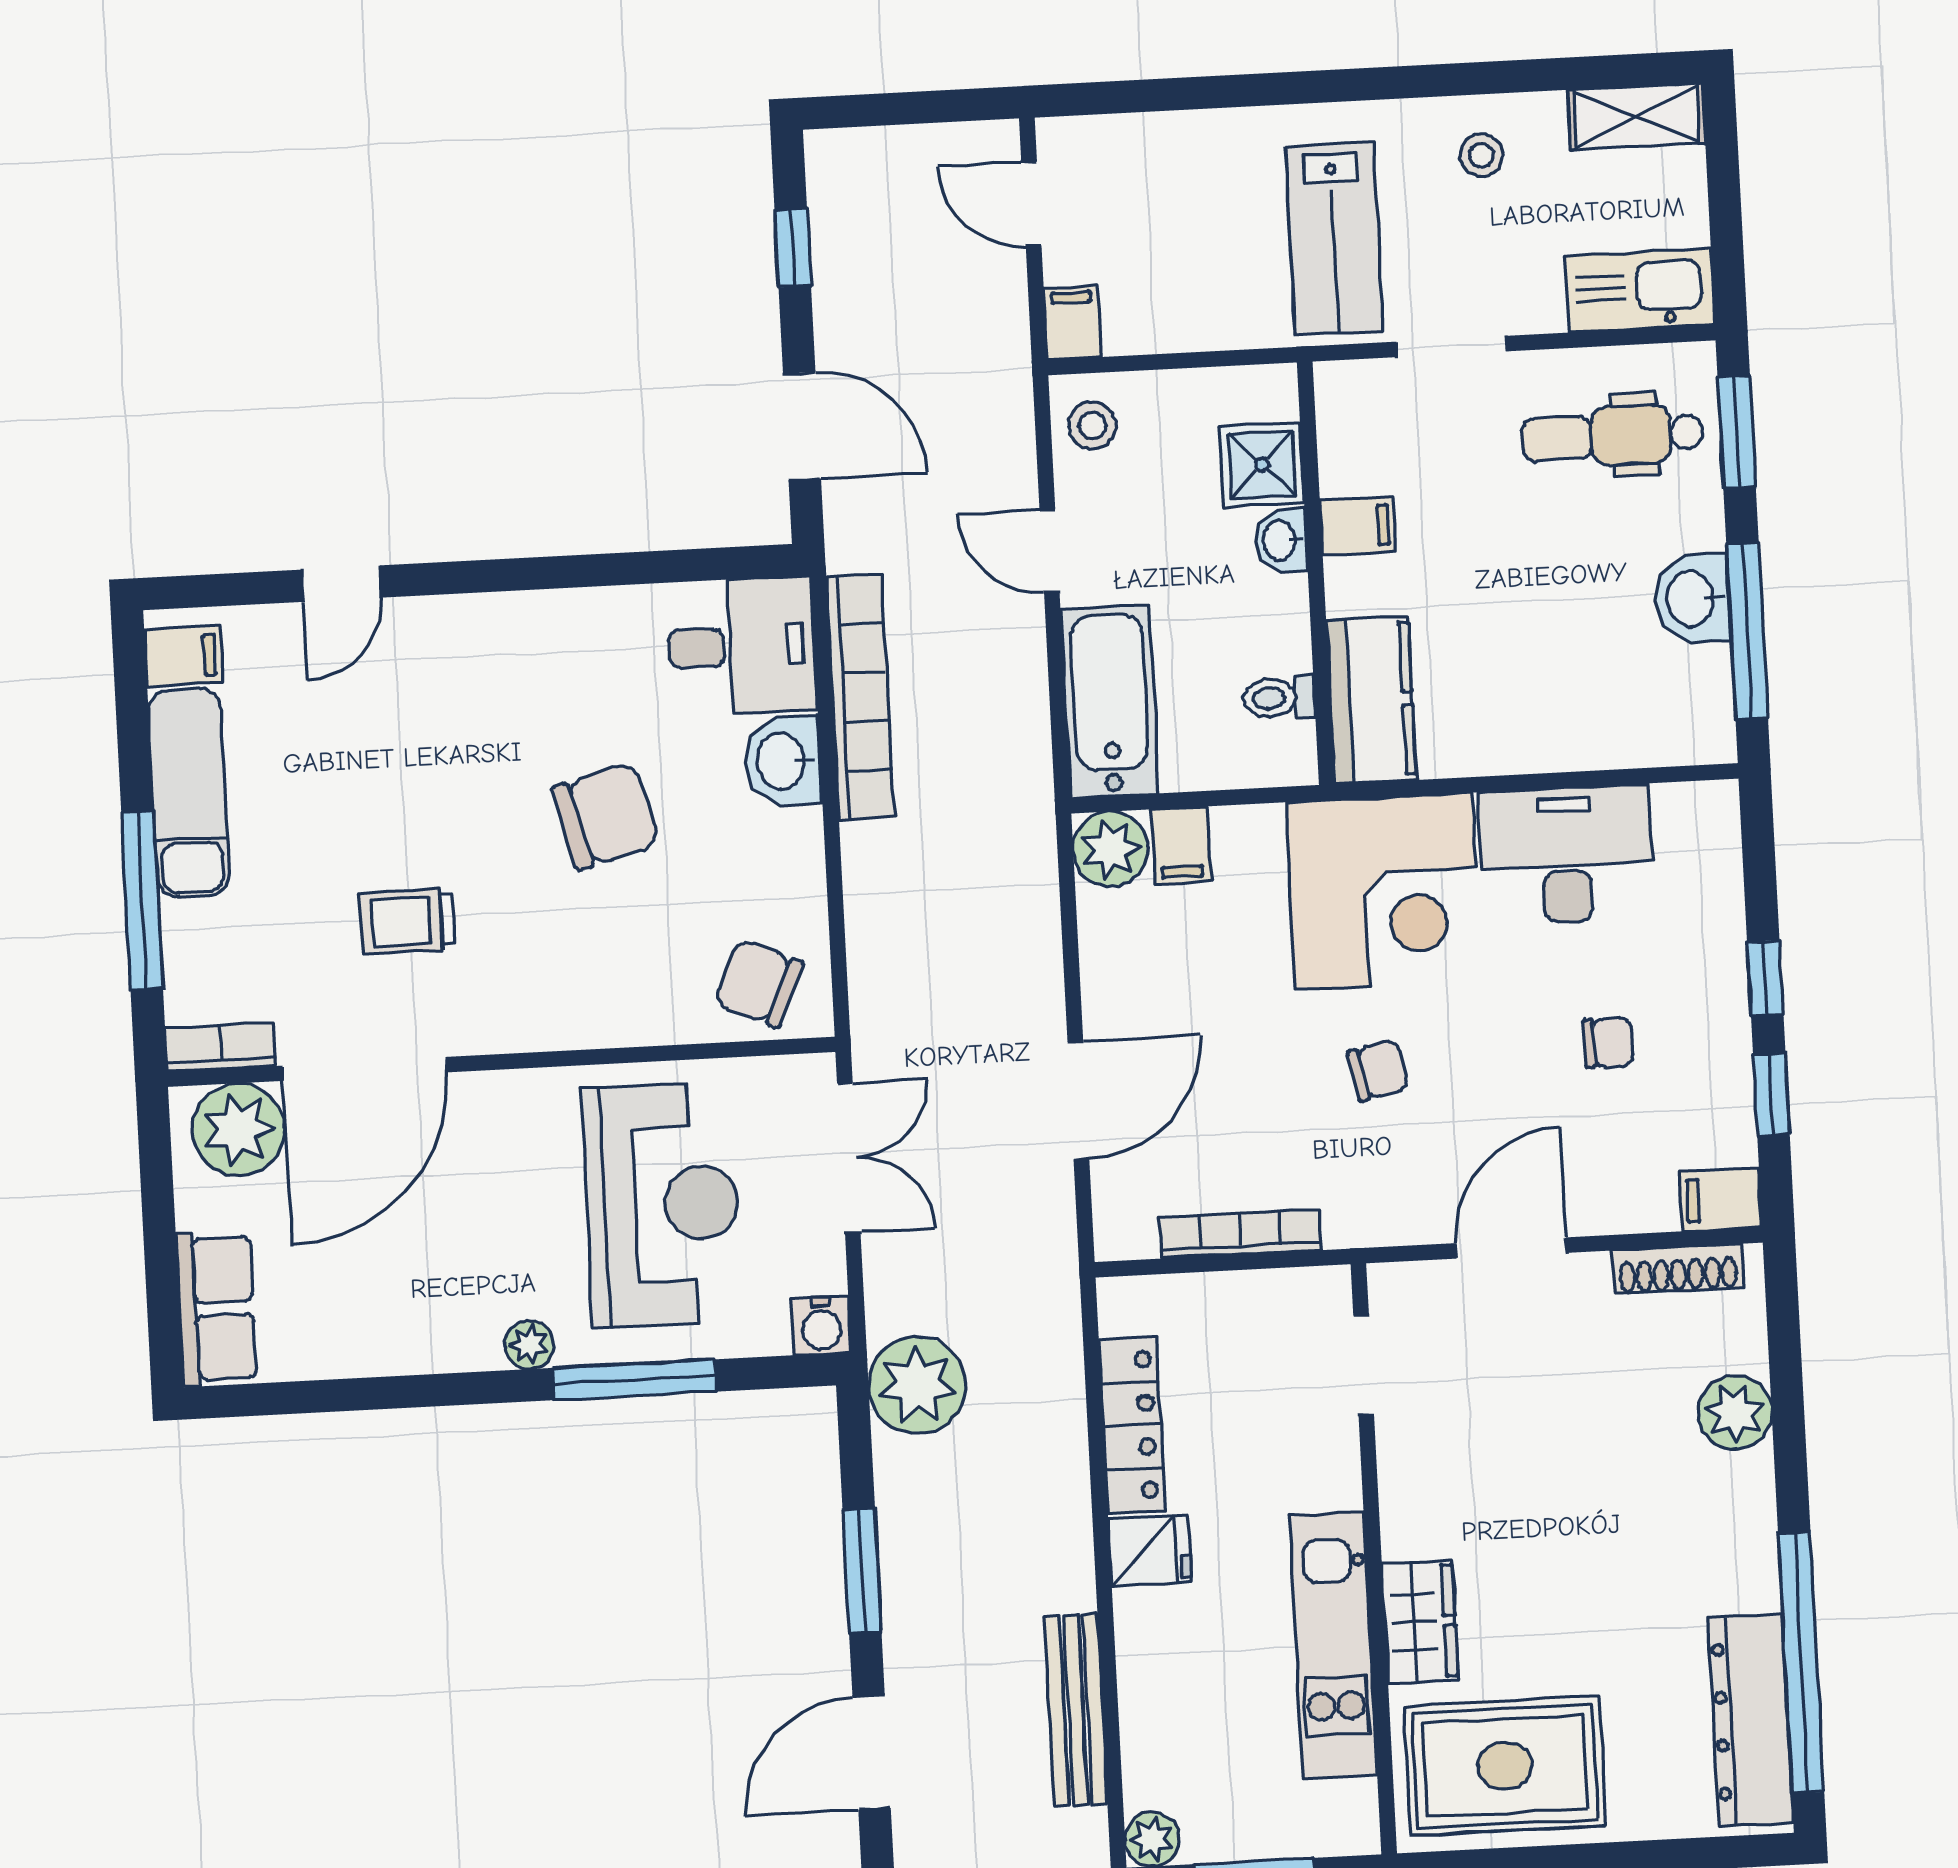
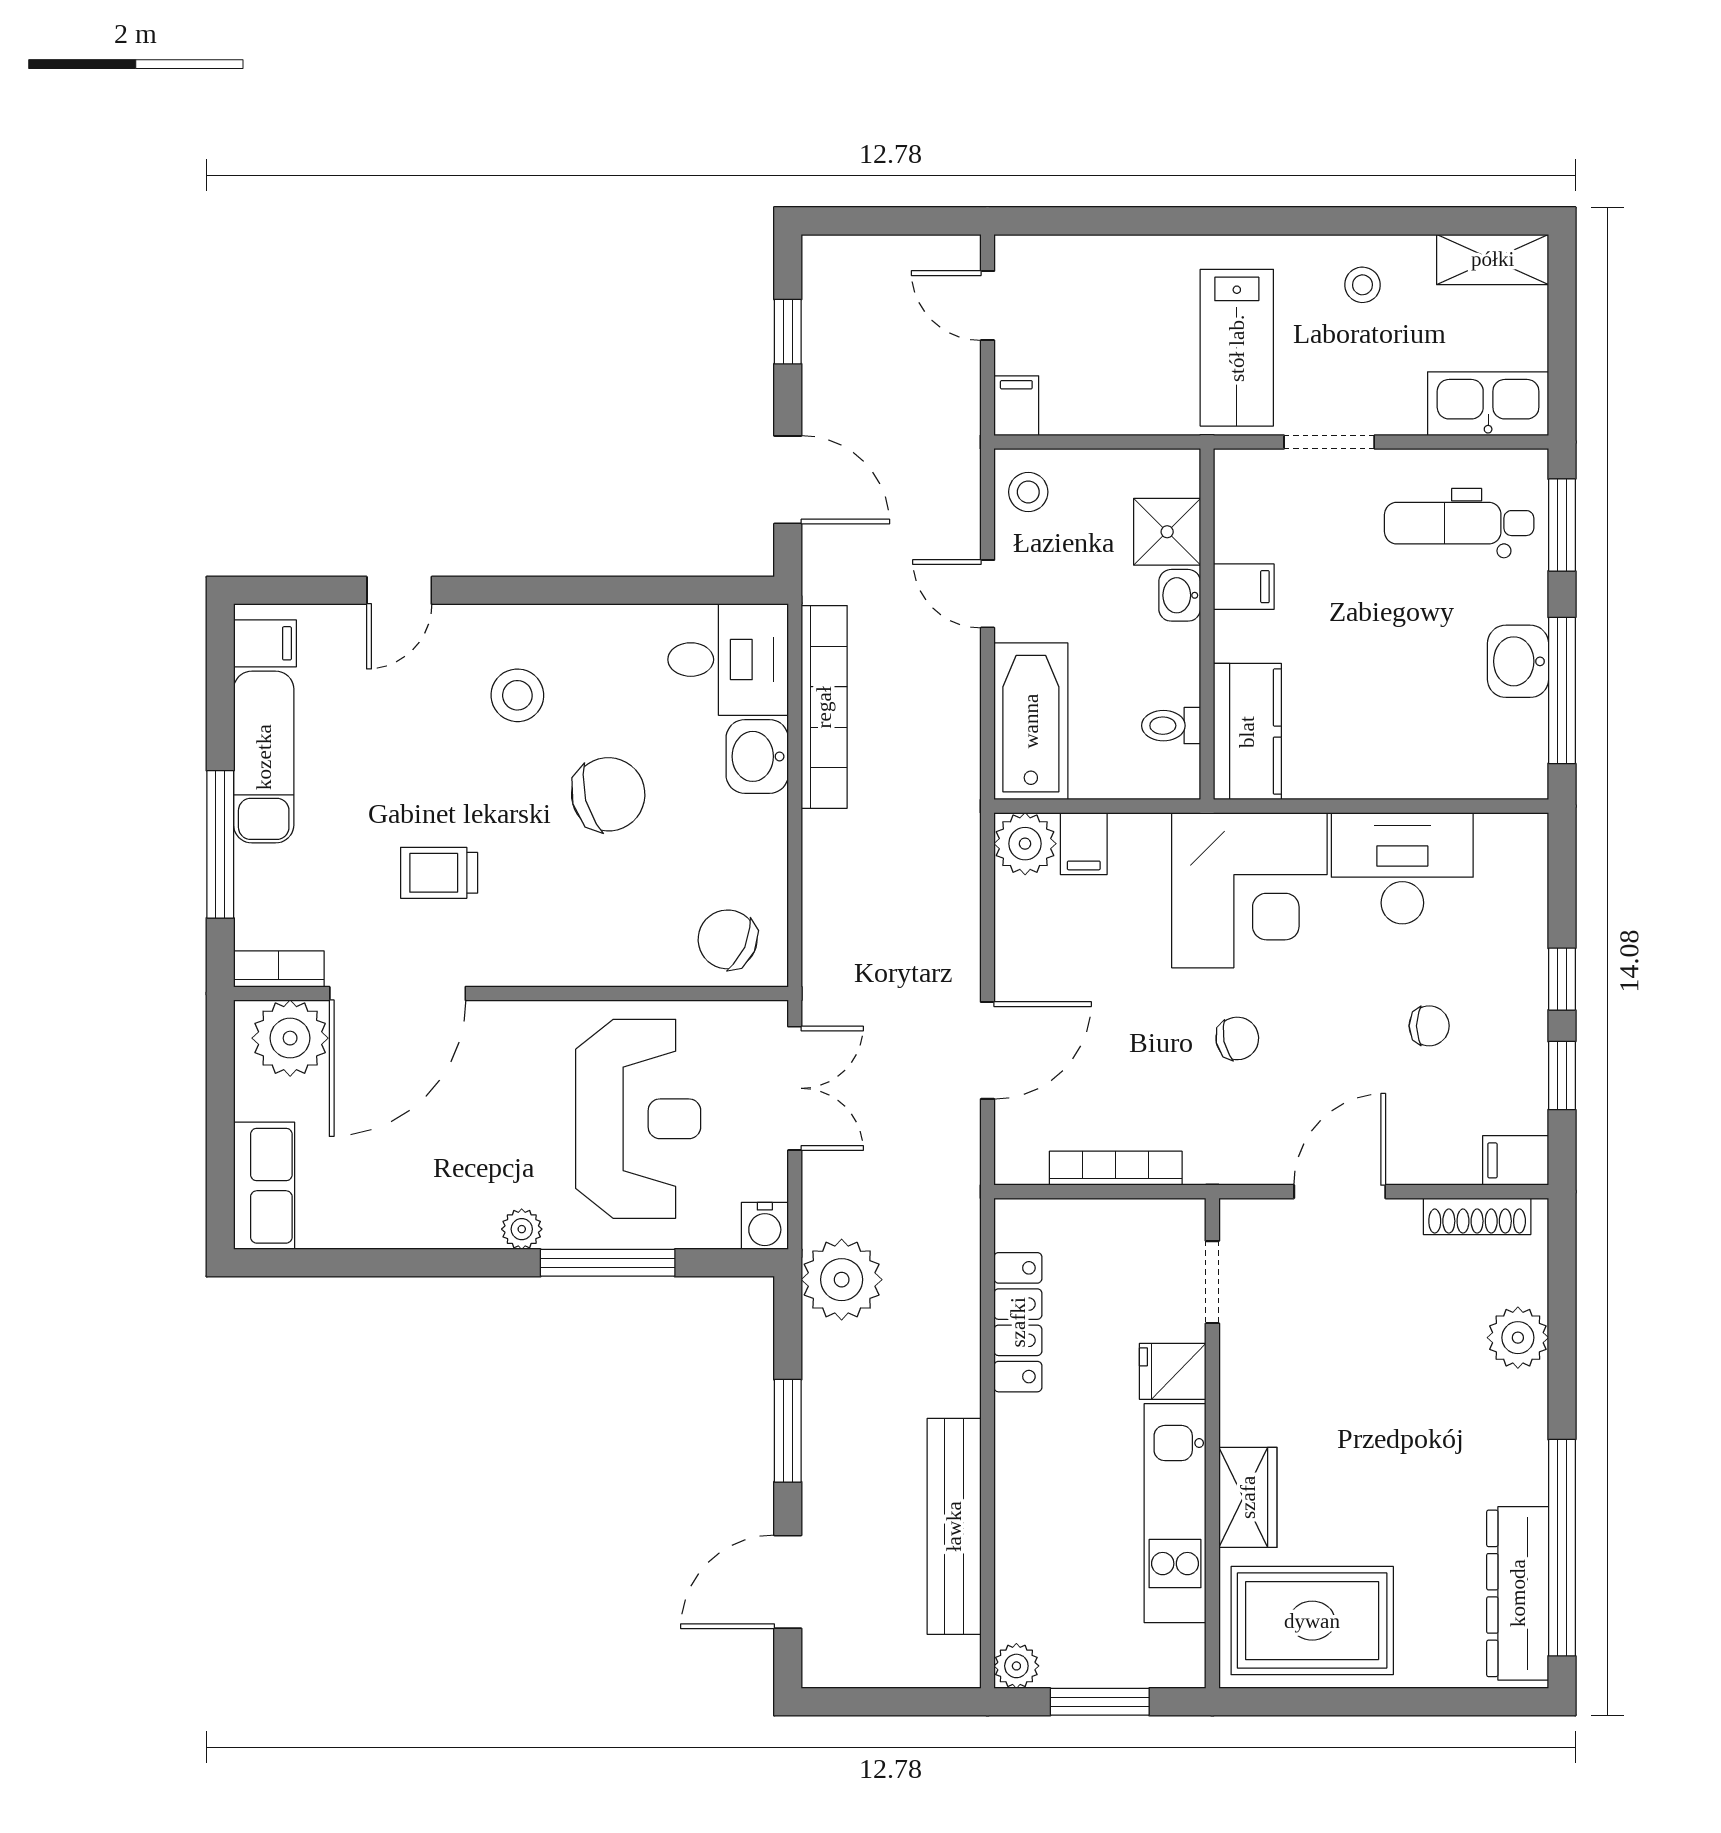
stool: (490, 703) -> (517, 695), added
fridge: (1150, 1551) -> (1173, 1371), moved, turned 180
bench: (1076, 1710) -> (954, 1526), width x1.37, depth x1.21

